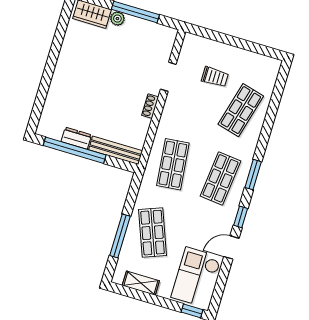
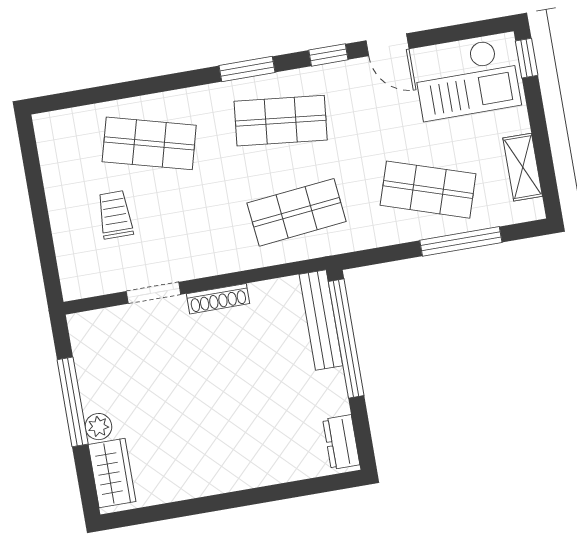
shoe rack: (150, 106) -> (218, 299), width x1.43
dresser: (76, 138) -> (341, 442), moved
window: (75, 150) -> (346, 339), moved
shop shelf: (153, 233) -> (428, 190), turned 39

